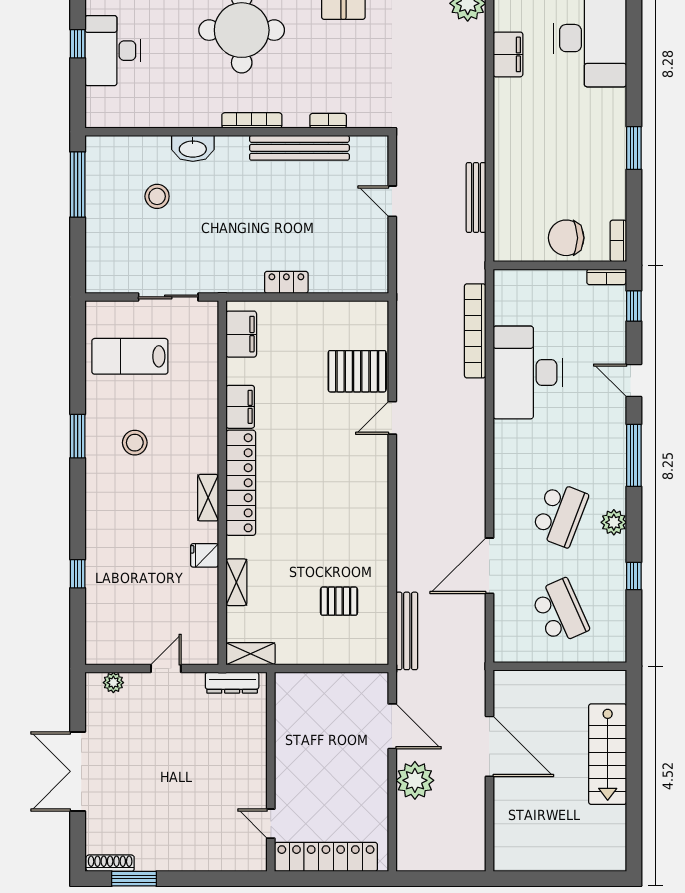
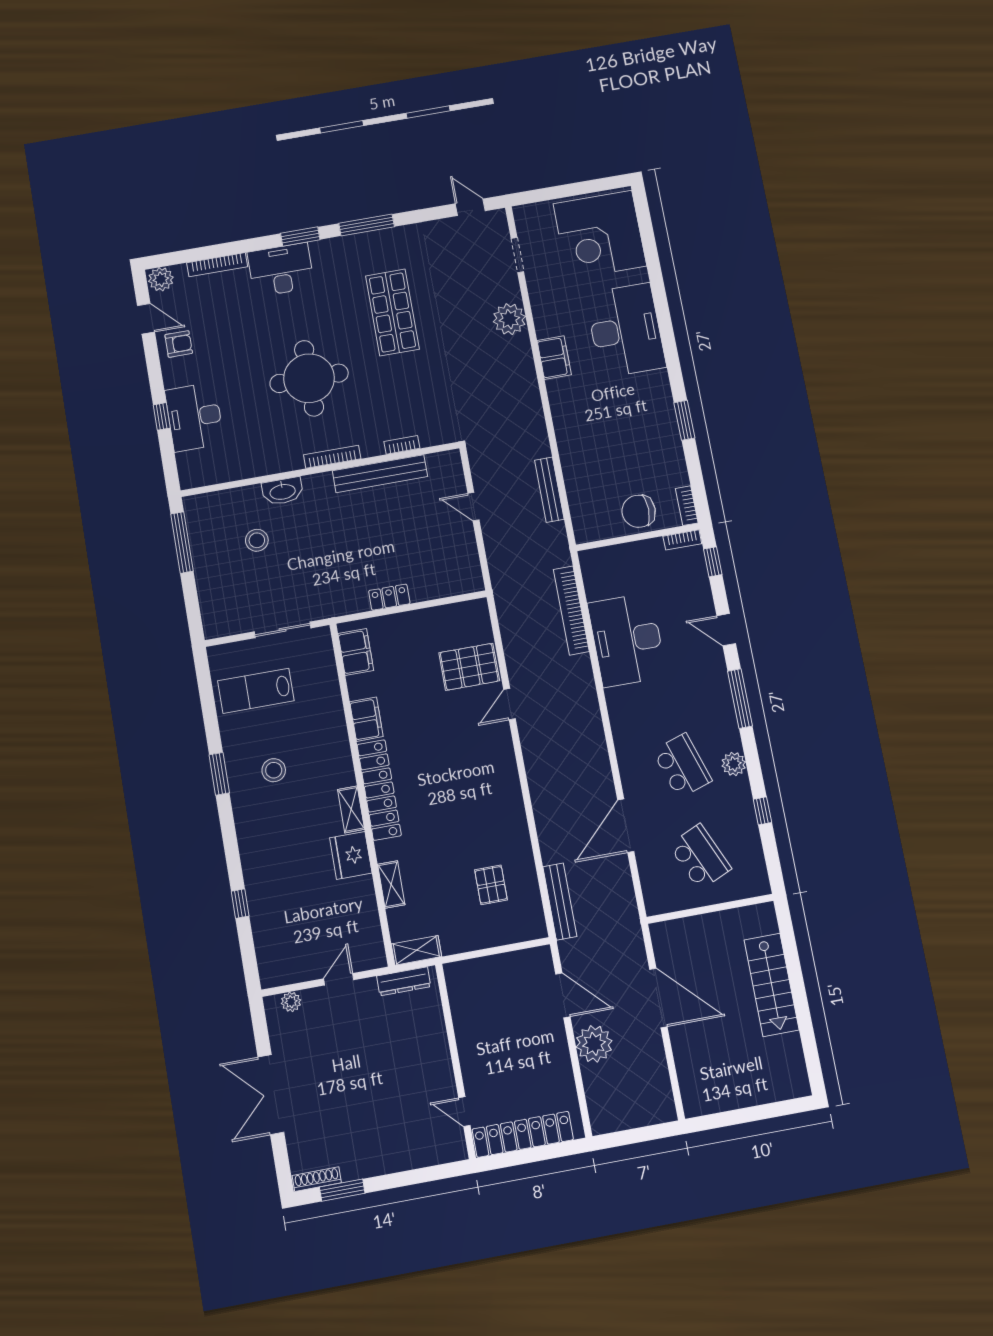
school desk: (560, 514) -> (682, 766), turned -39
fridge: (205, 555) -> (351, 855), width x1.88, depth x1.34
pallet: (339, 601) -> (491, 885), turned 90

